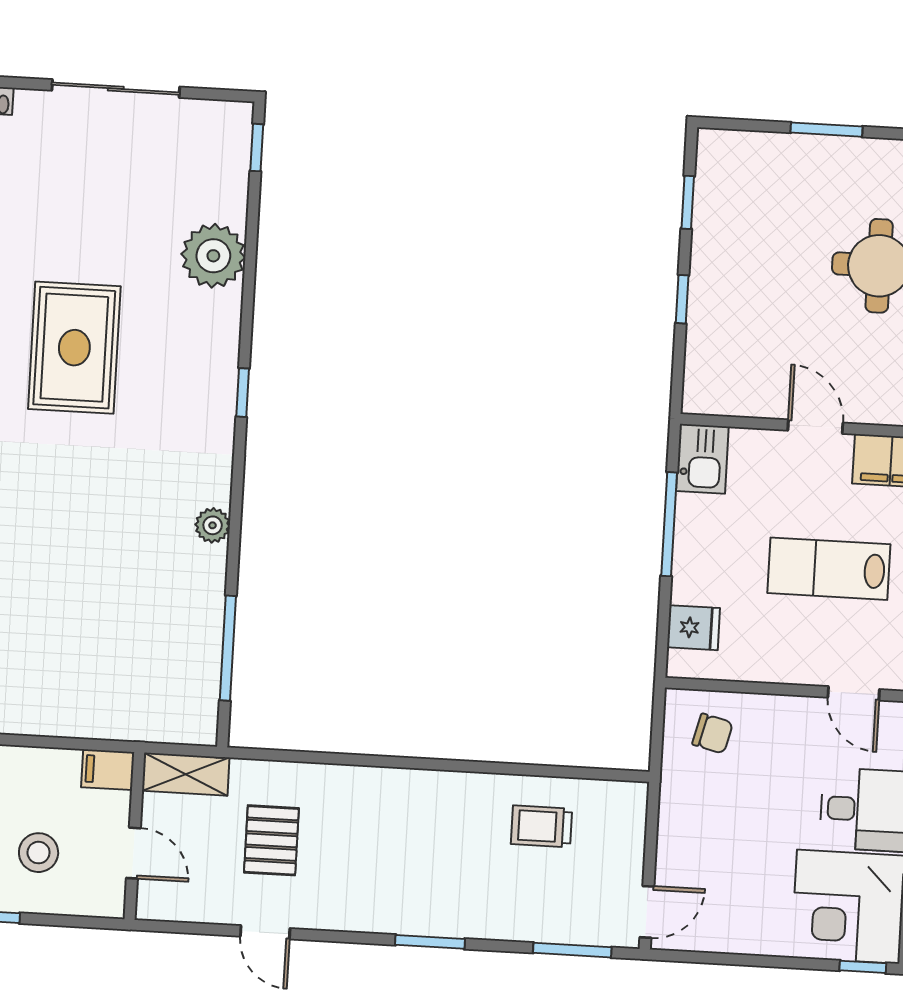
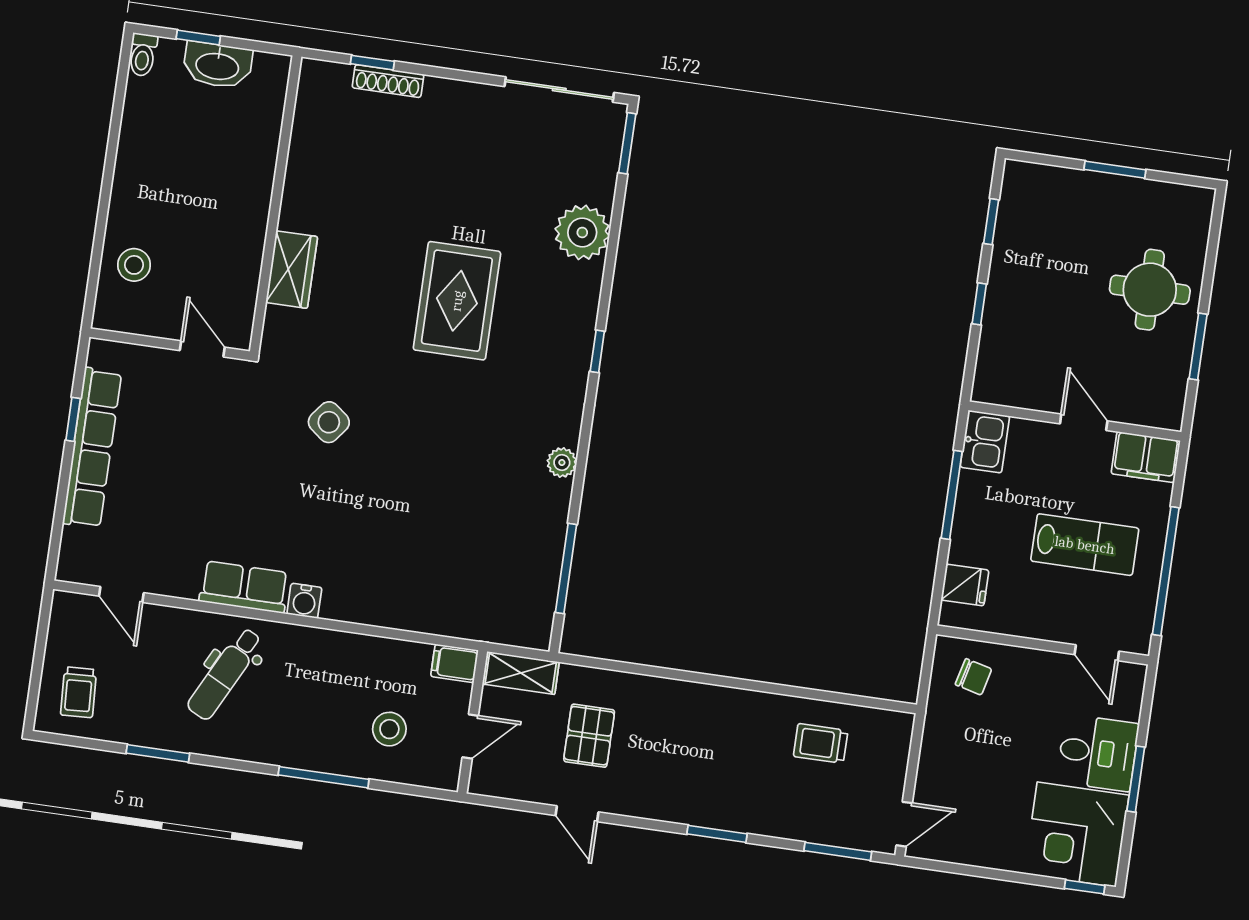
sliding door: (116, 89) -> (559, 90), moved
window: (257, 148) -> (627, 143), width x1.50
lab bench: (829, 569) -> (1085, 545), turned 180
door: (133, 853) -> (470, 736), hinge flipped

